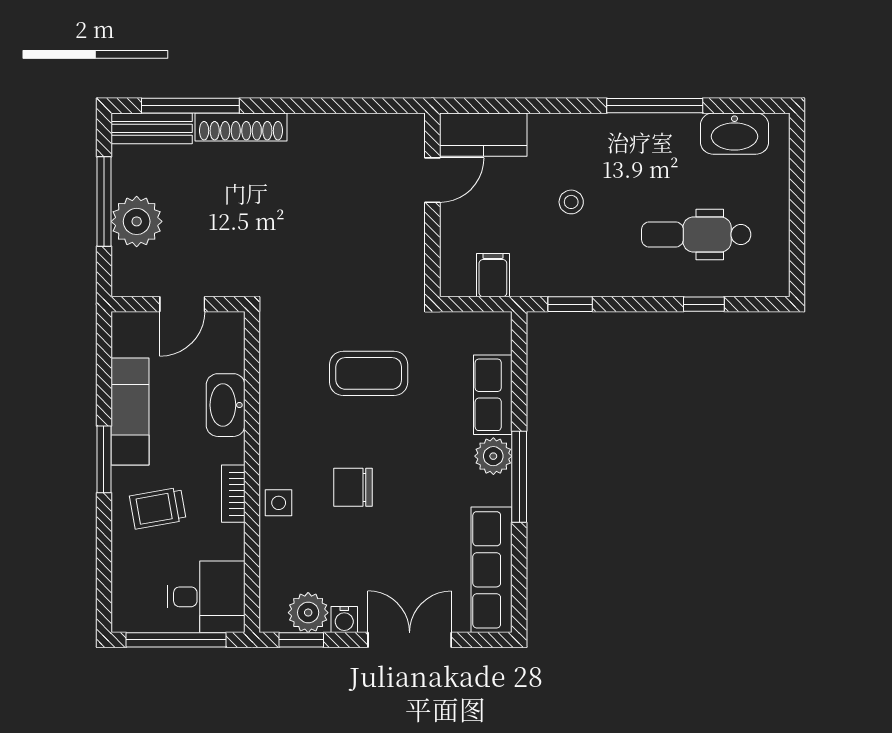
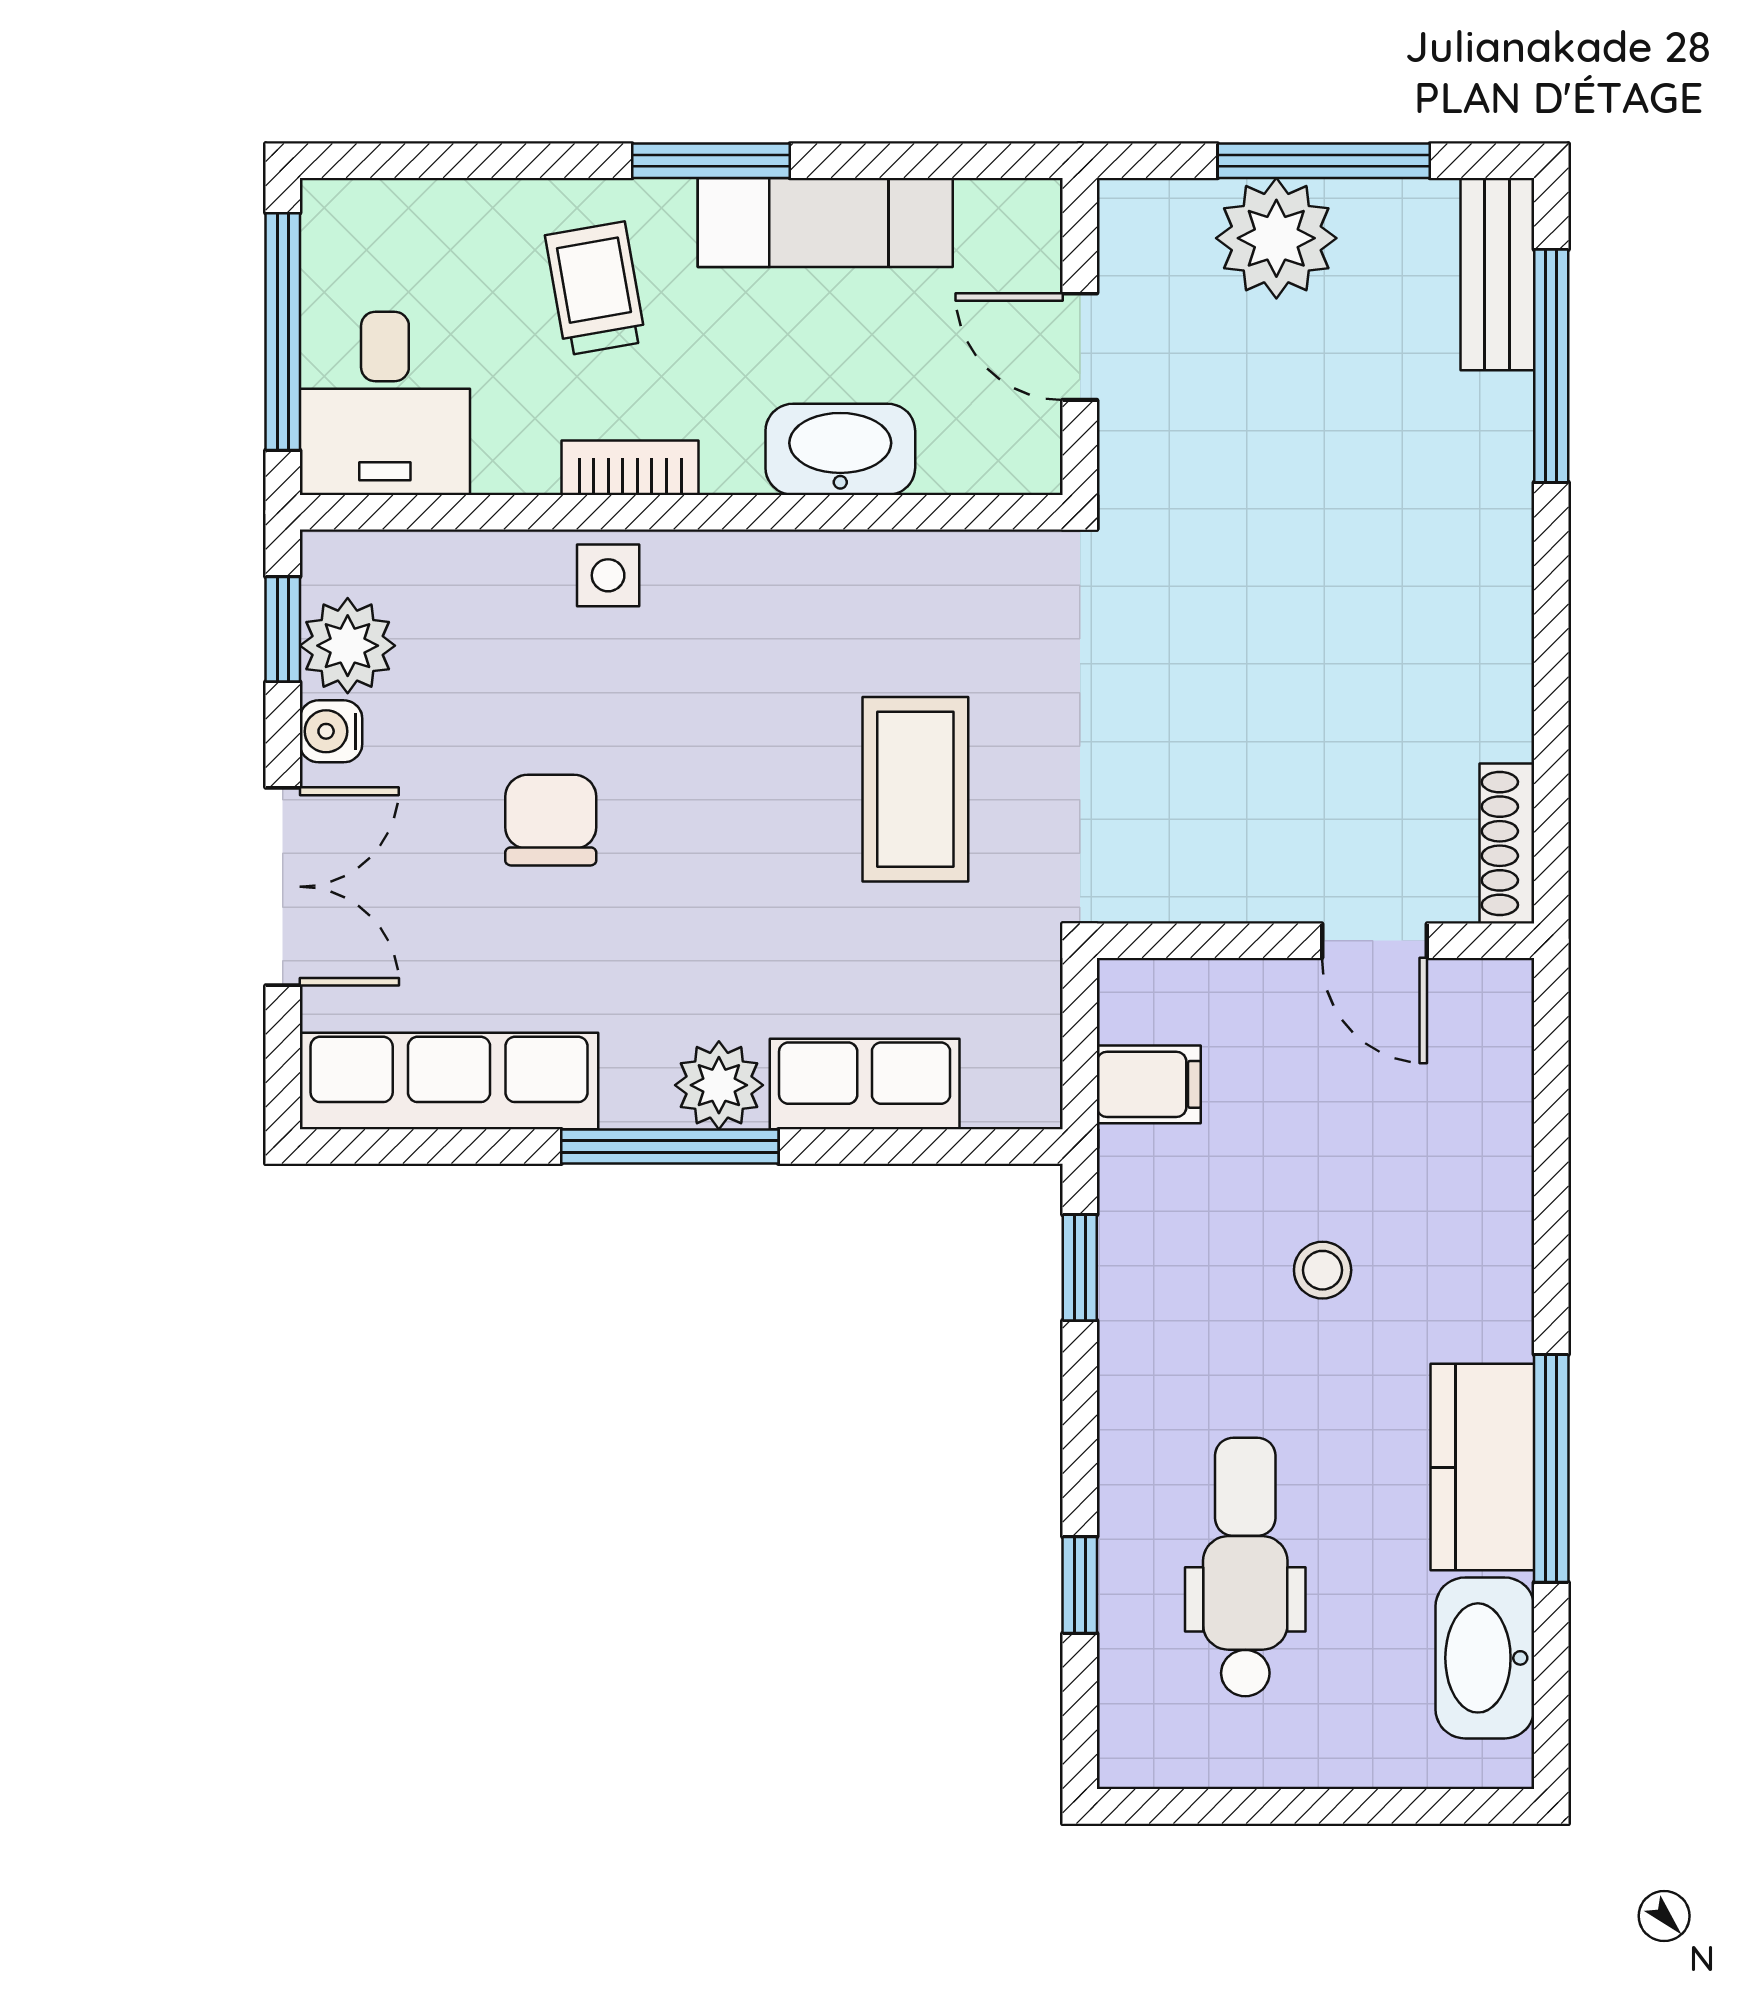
shoe rack: (241, 127) -> (1507, 843), moved, width x0.74, depth x0.81
kitchen counter: (483, 135) -> (1482, 1467), moved
chair: (353, 487) -> (551, 820), moved

